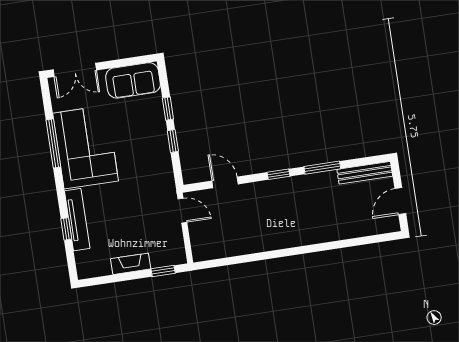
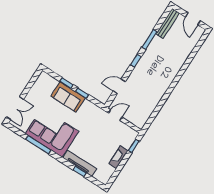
sofa: (133, 80) -> (68, 97), moved, turned 90

